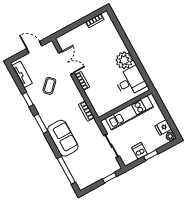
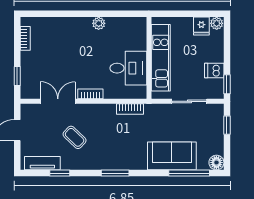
window: (68, 29) -> (17, 76), added
plant: (124, 60) -> (99, 23), width x0.53, depth x0.53
desk: (131, 81) -> (128, 68), moved, turned 90
window: (28, 100) -> (60, 173), moved
sofa: (63, 138) -> (172, 156), moved
window: (151, 155) -> (227, 84), moved
floor lamp: (82, 184) -> (216, 163), added

